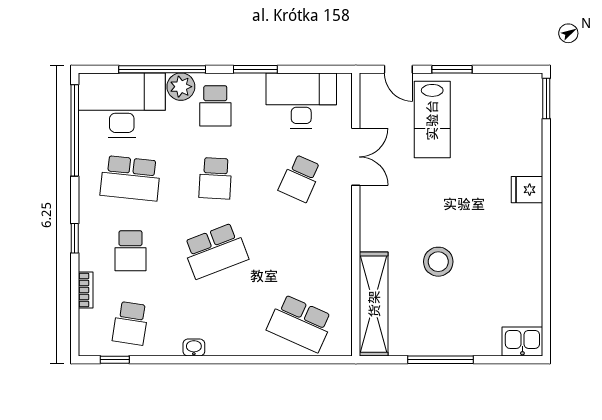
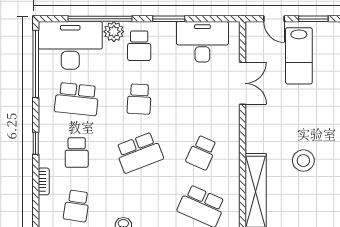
school desk: (300, 178) -> (202, 152), moved

